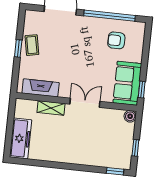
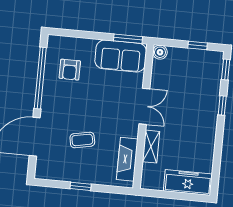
coffee table: (32, 45) -> (82, 140), moved
window: (142, 90) -> (128, 39), width x1.50
double door: (85, 103) -> (144, 106), swing flipped
window: (85, 168) -> (222, 105), added

